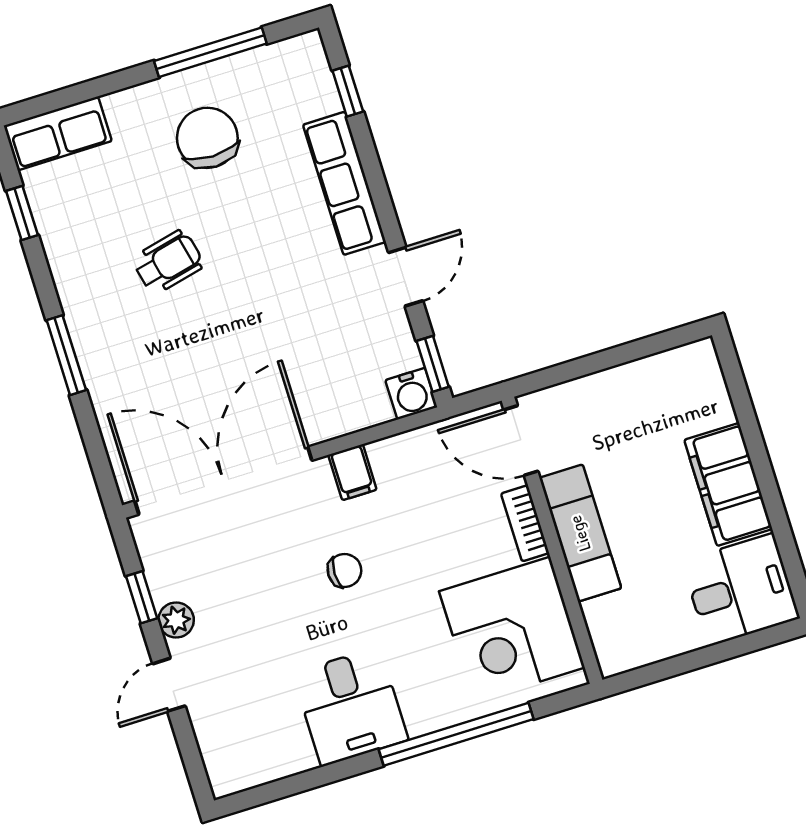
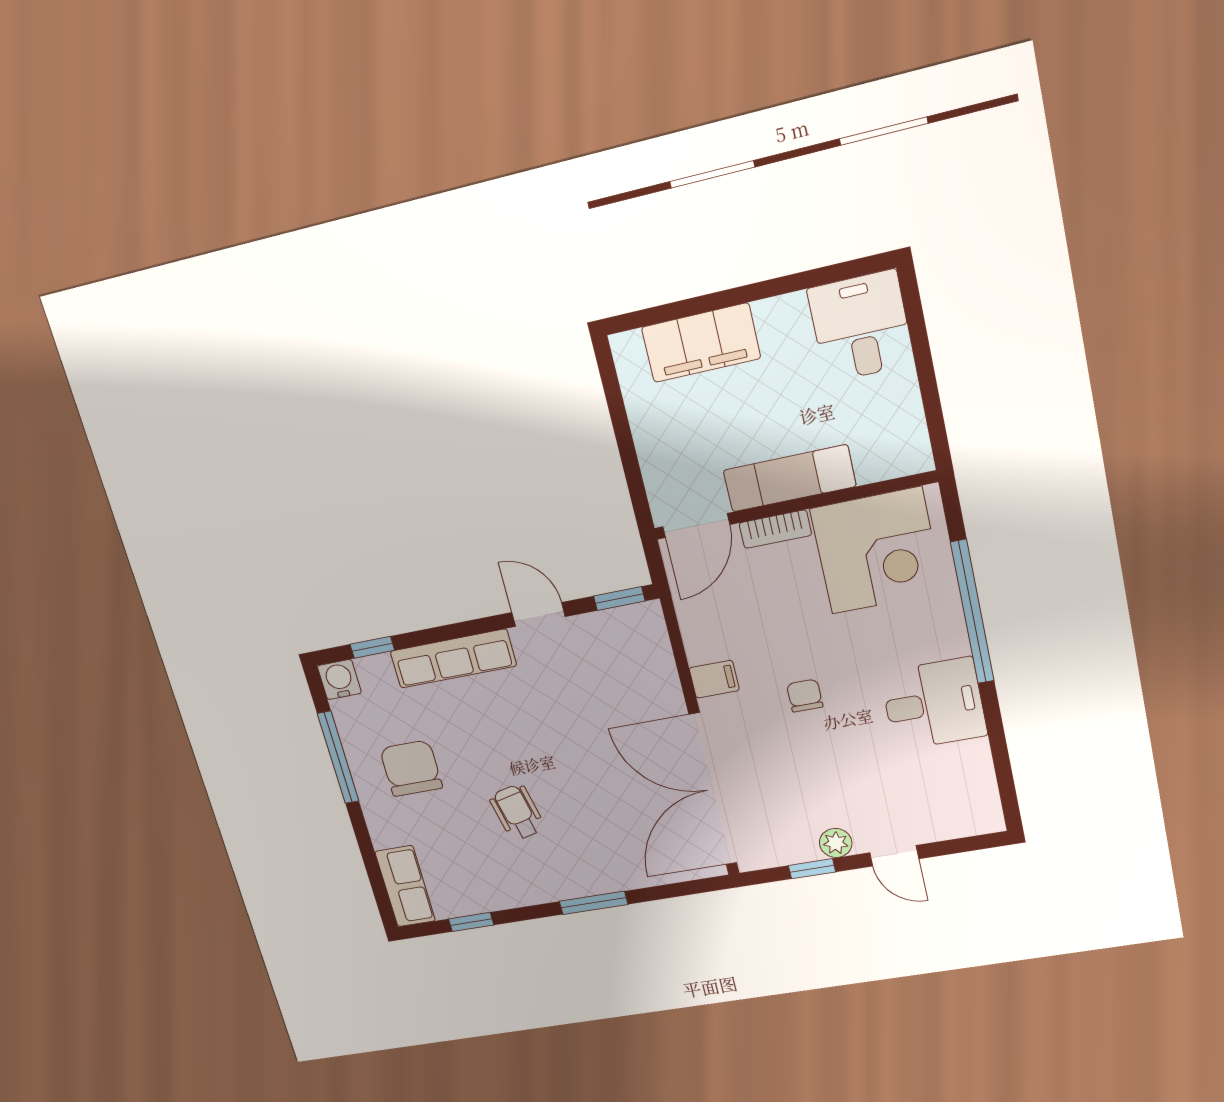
chair: (207, 138) -> (411, 768), turned 90
water cooler: (411, 394) -> (339, 680), moved, turned -90
filing cabinet: (728, 484) -> (701, 343), moved

